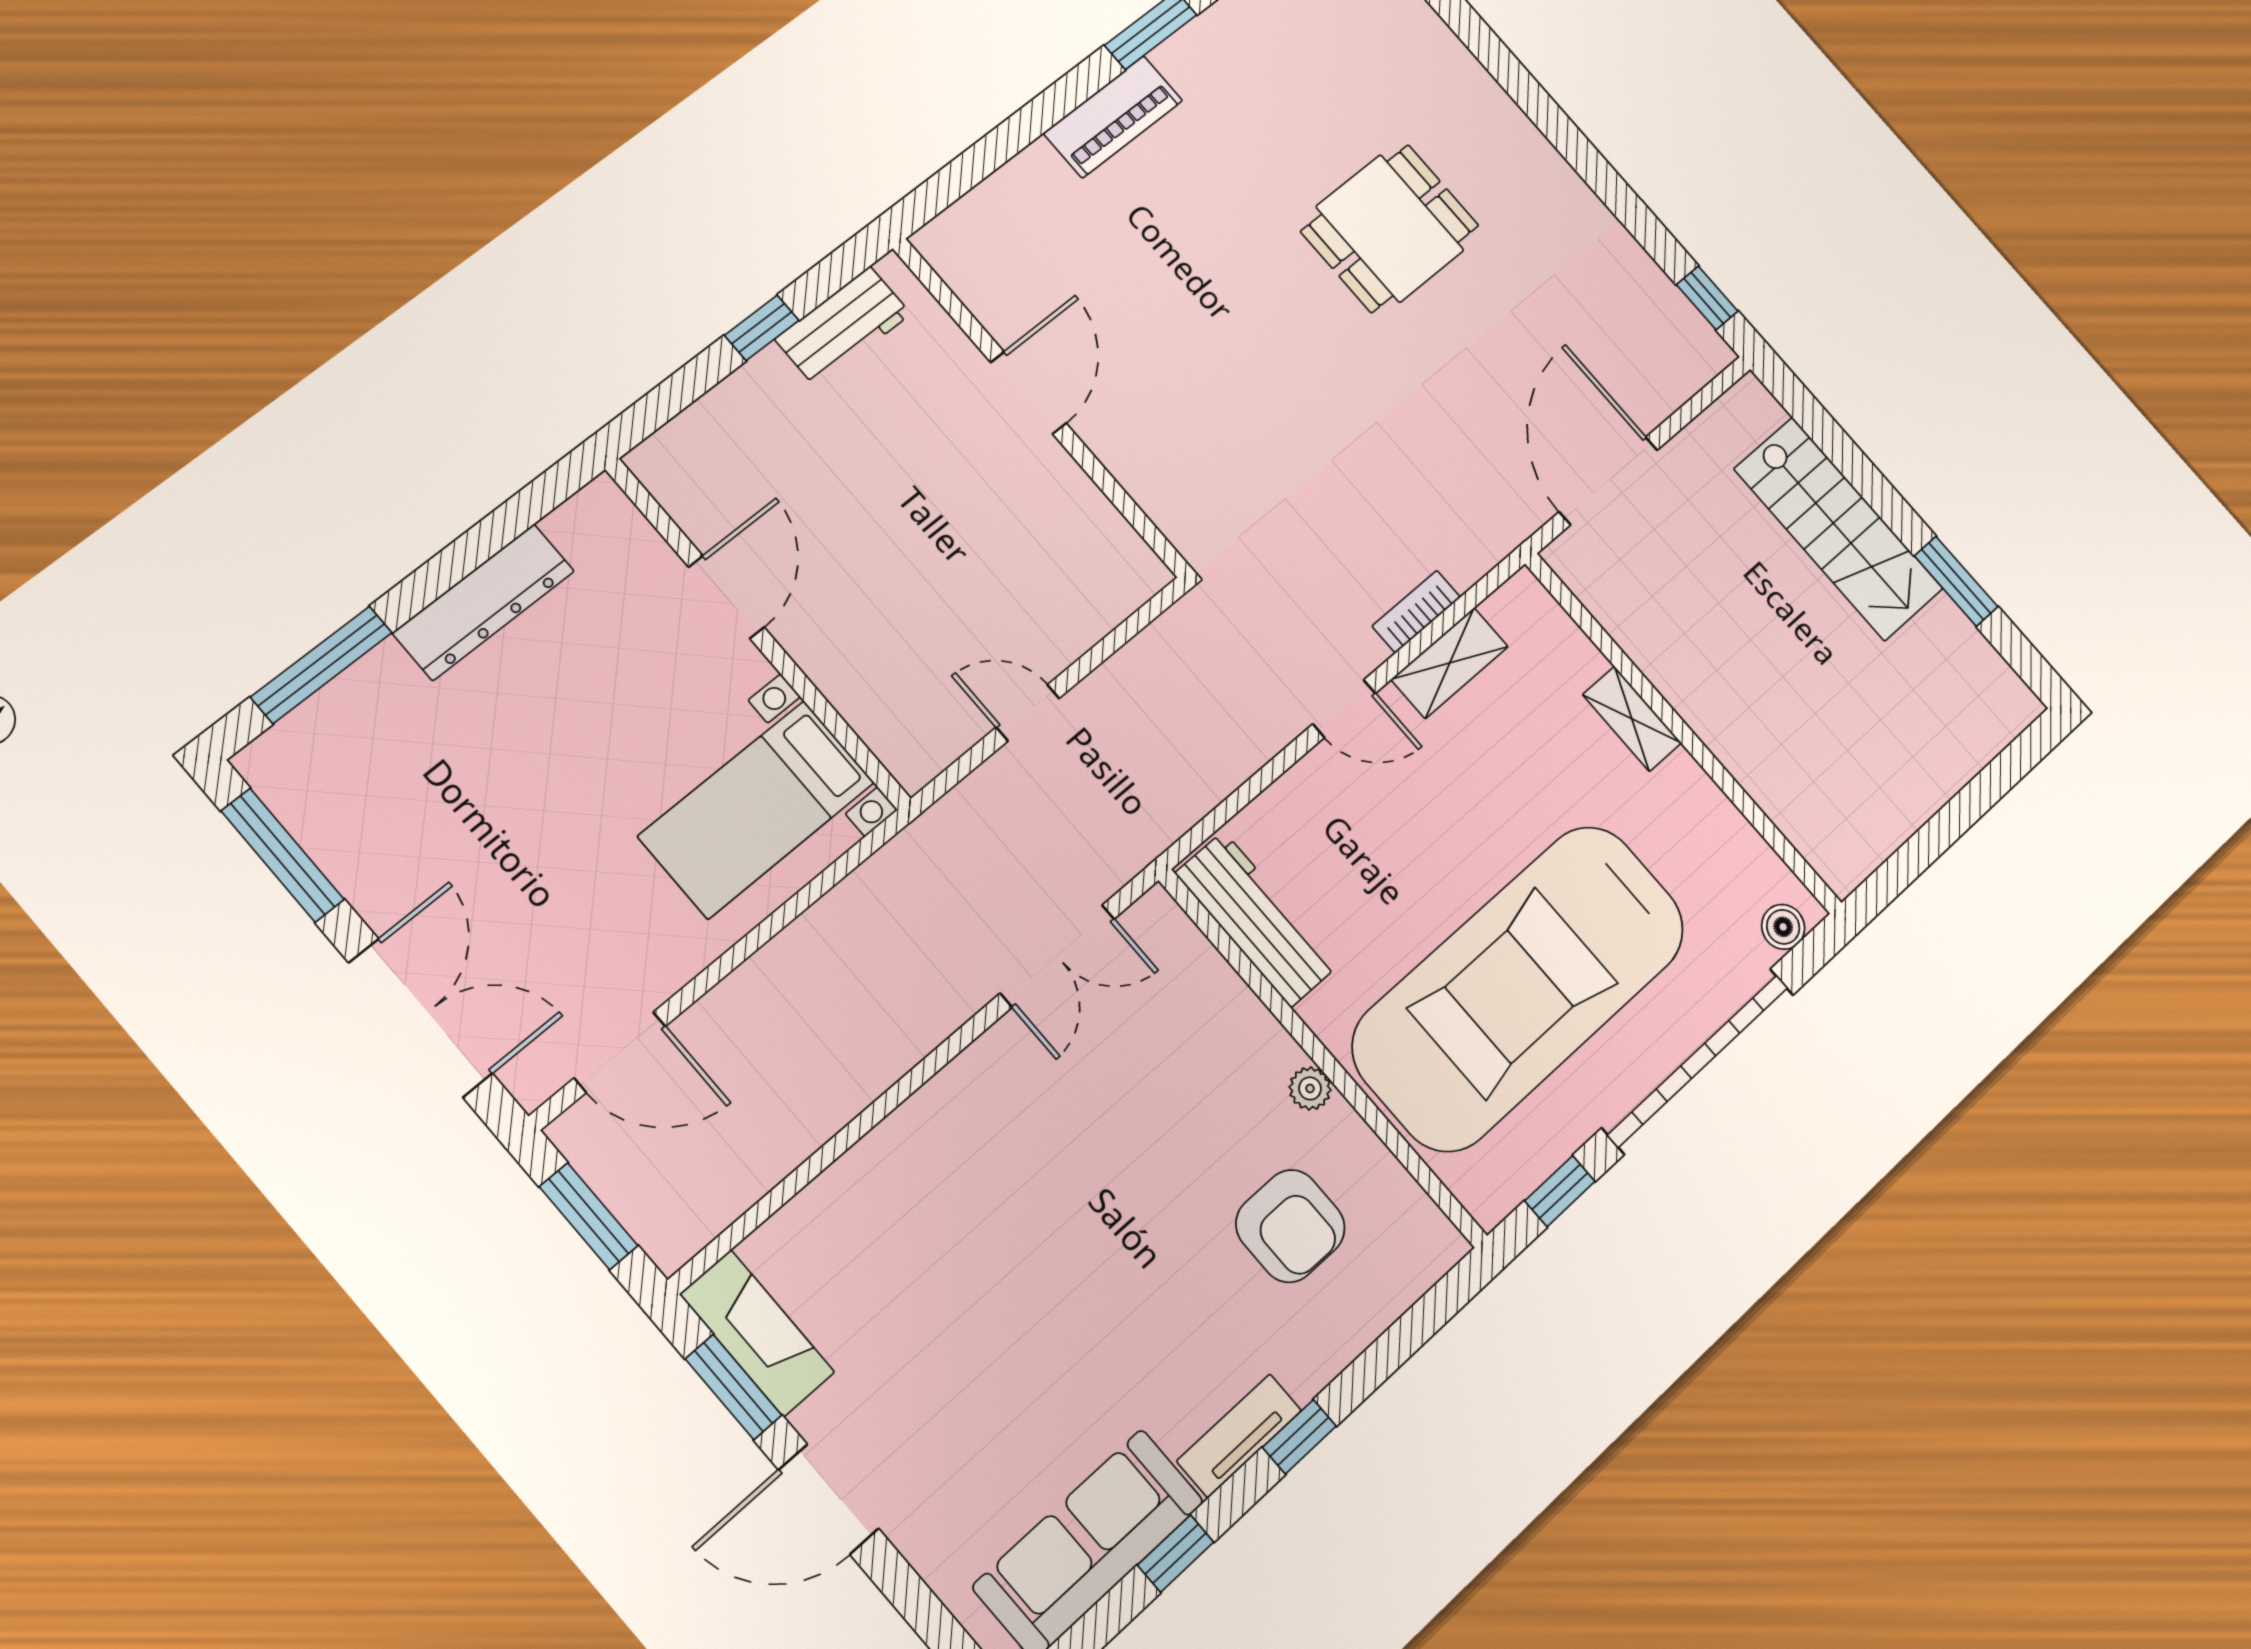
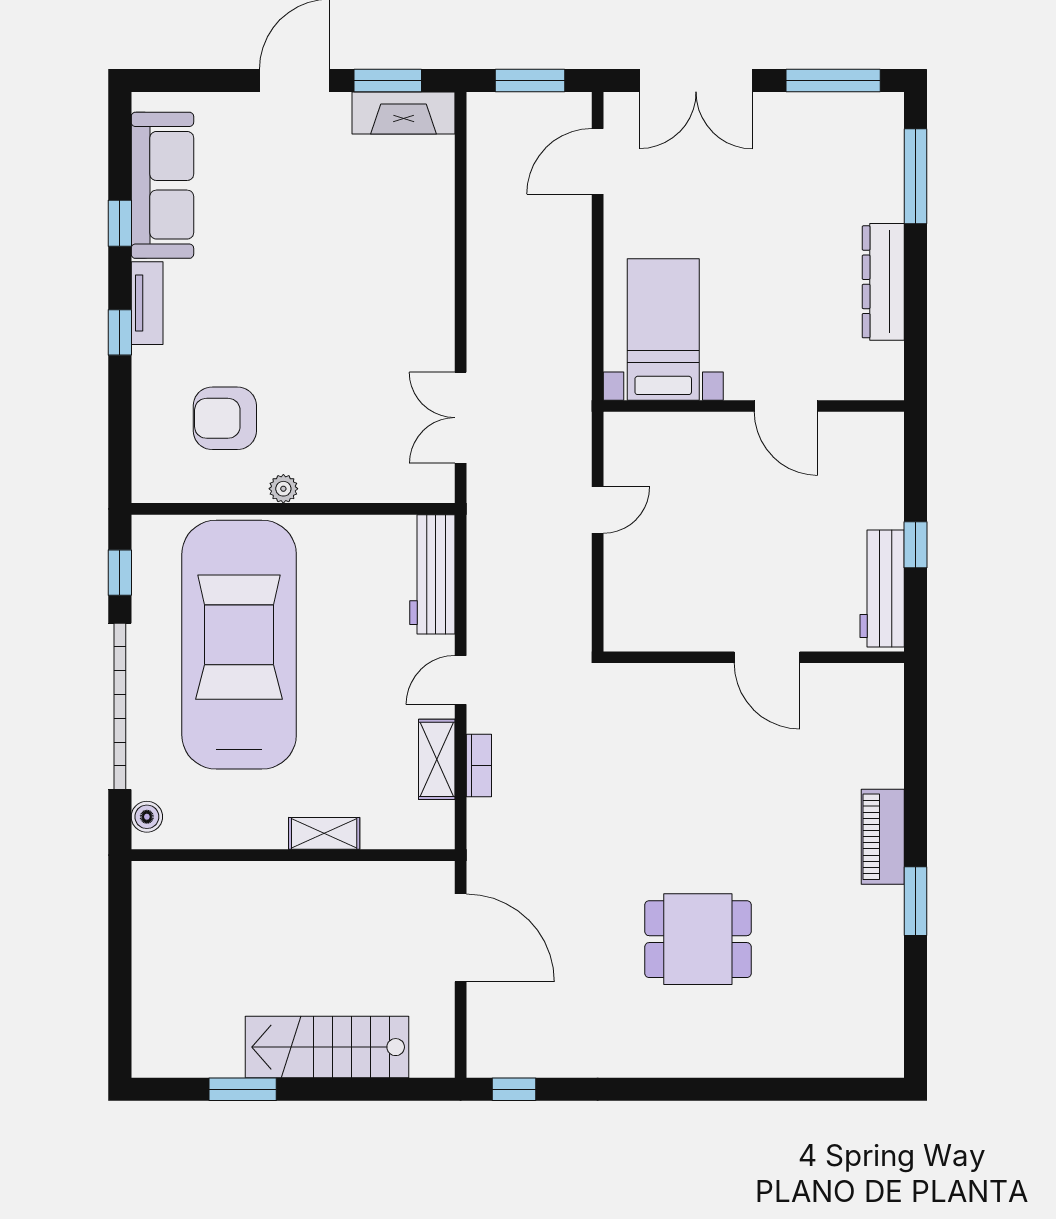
dining table: (1390, 228) -> (698, 939), turned 90
workbench: (843, 327) -> (882, 588), width x1.38
workbench: (1257, 919) -> (432, 574), moved, turned 90

